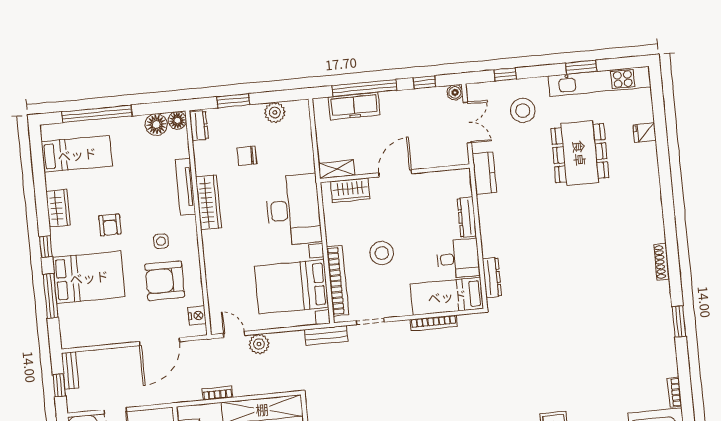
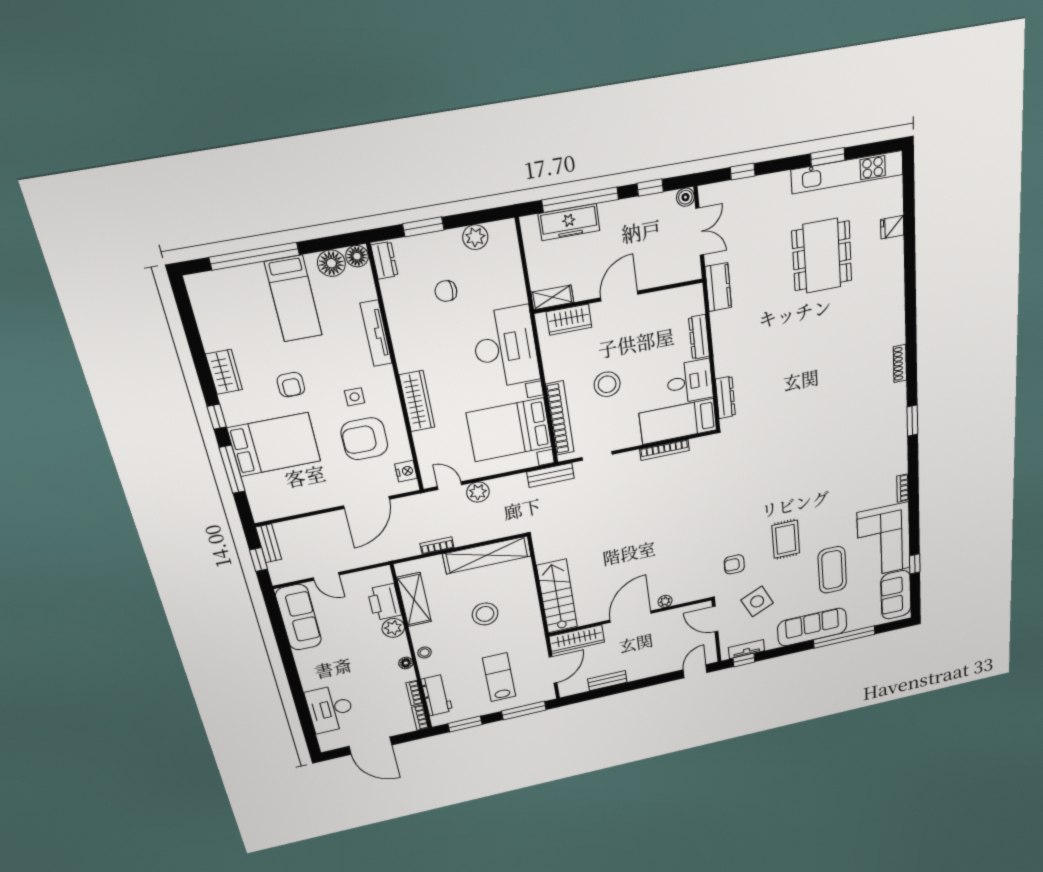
stool: (523, 110) -> (762, 212), removed
bed: (77, 154) -> (293, 299), moved, turned 90
wardrobe: (208, 202) -> (417, 401), moved

